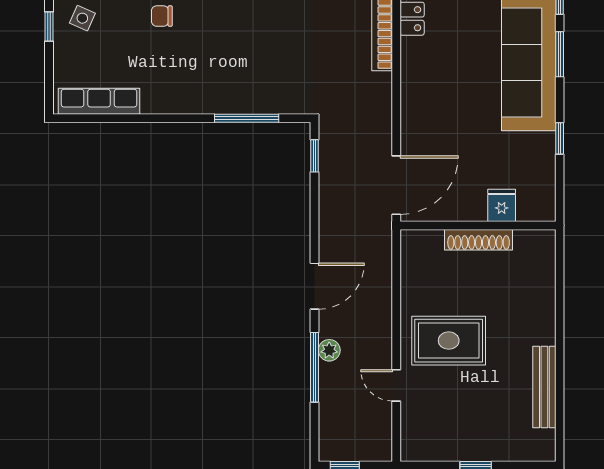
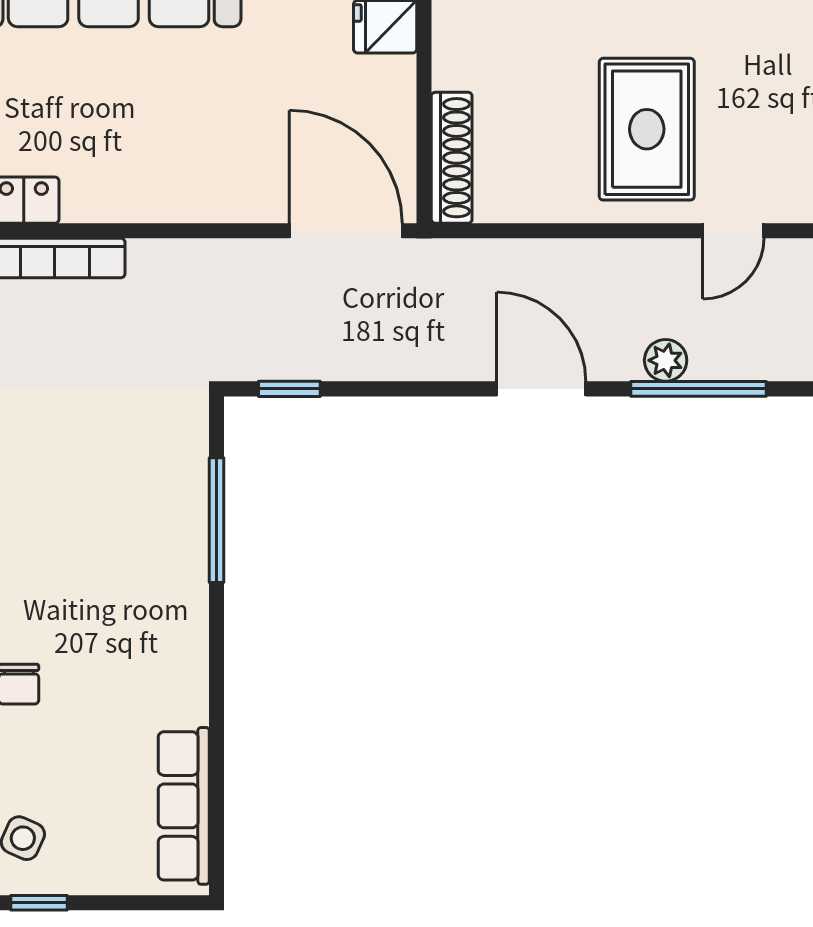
shoe rack: (479, 240) -> (452, 158), moved

